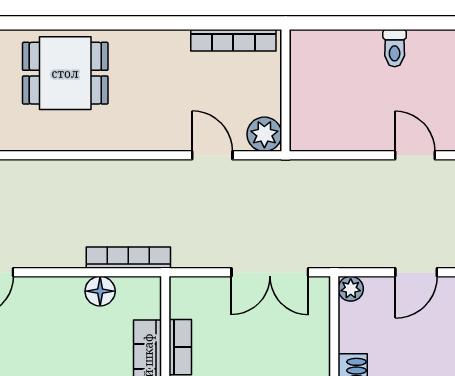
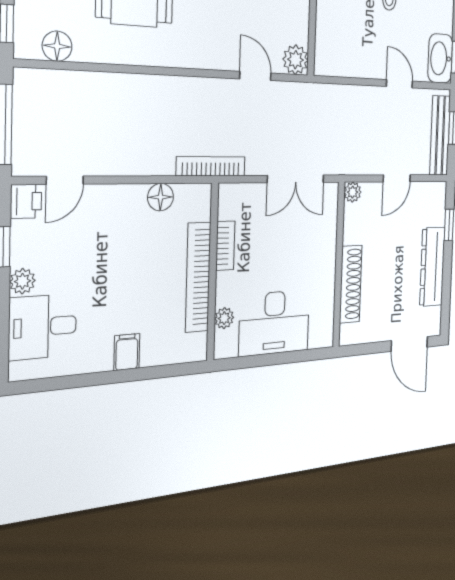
bookcase: (128, 258) -> (211, 166), moved

